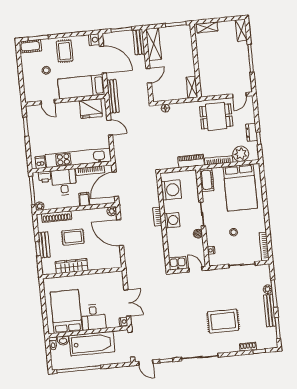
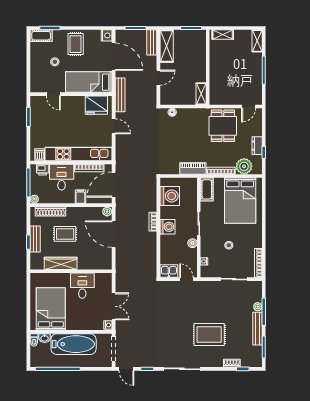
dining table: (216, 116) -> (223, 126), turned 90
desk: (93, 317) -> (82, 286), moved, turned 180

